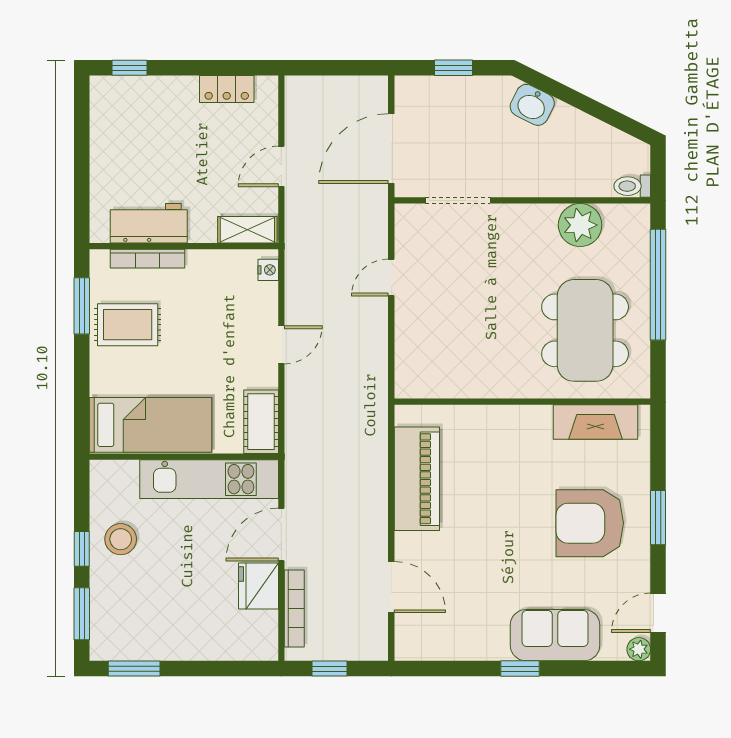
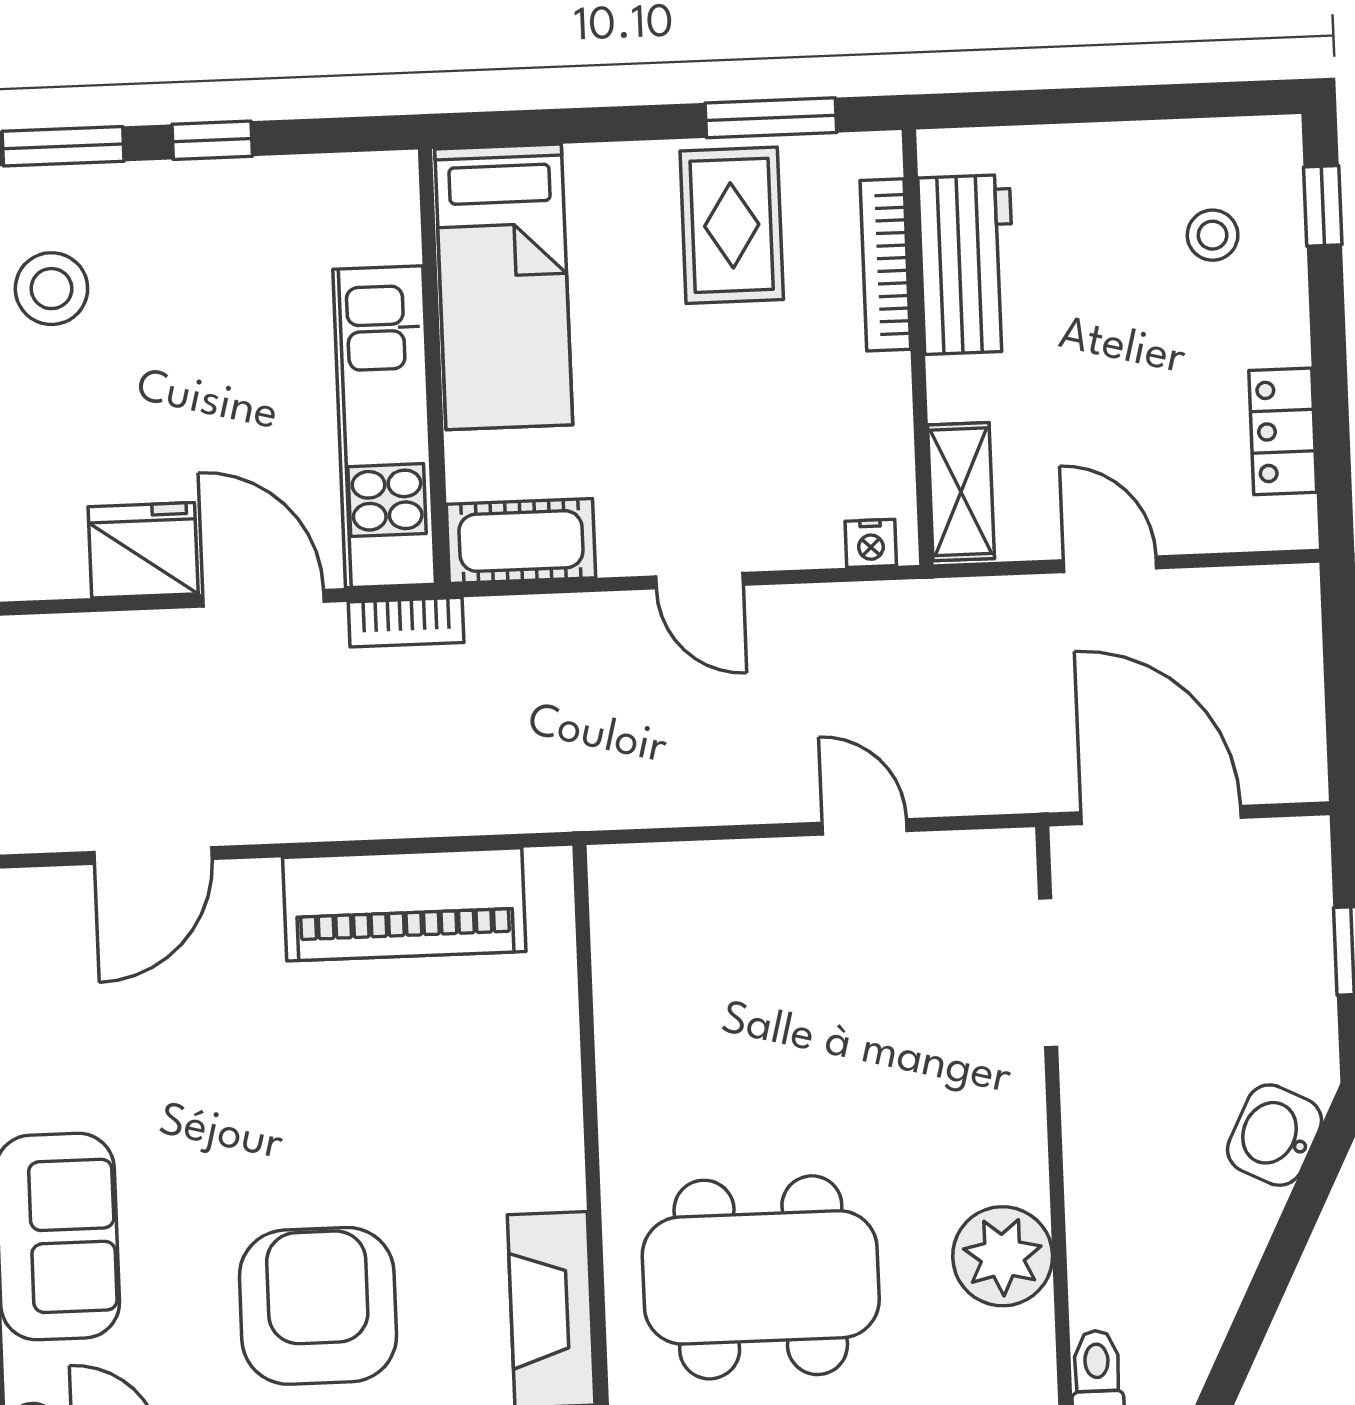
stool: (140, 116) -> (1213, 235), added
stool: (121, 539) -> (51, 289), moved
bookcase: (294, 609) -> (406, 622), moved, width x0.64

